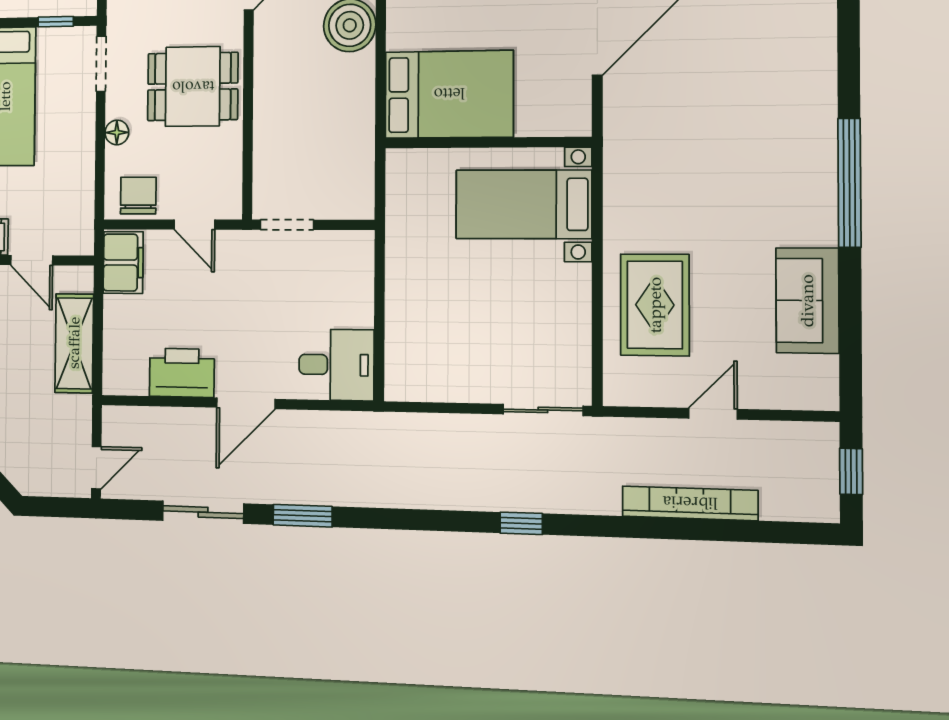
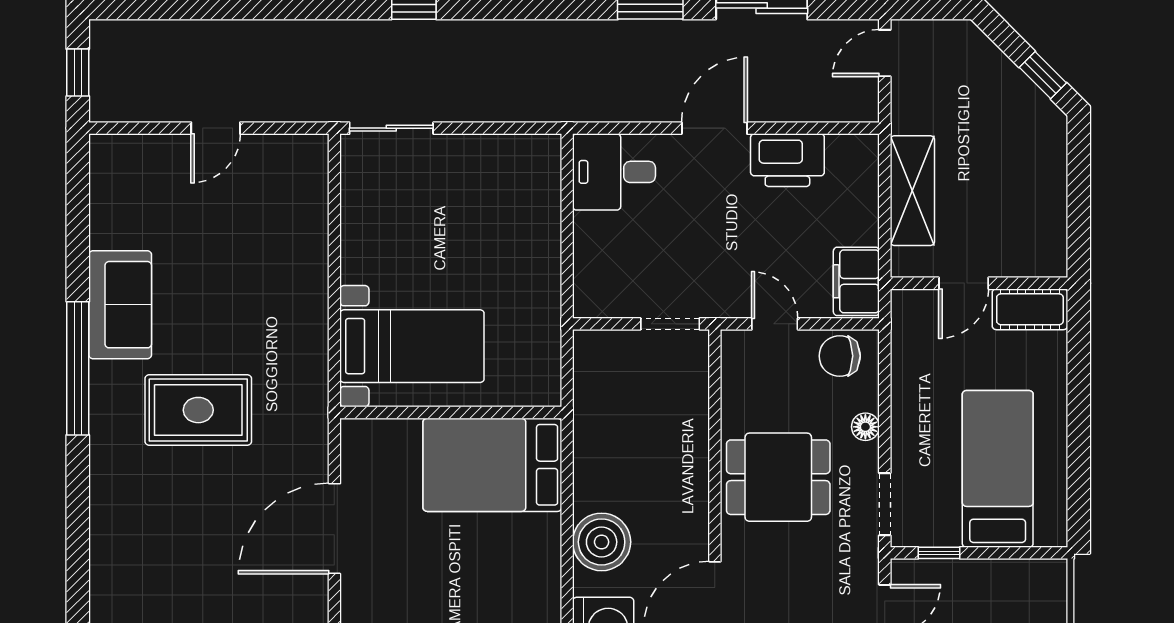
chair: (138, 196) -> (840, 356), turned 90
door: (32, 260) -> (964, 283), swing flipped
sofa: (807, 301) -> (120, 305), moved
rug: (655, 305) -> (198, 410), moved, turned 90
bookcase: (690, 503) -> (239, 35), removed

